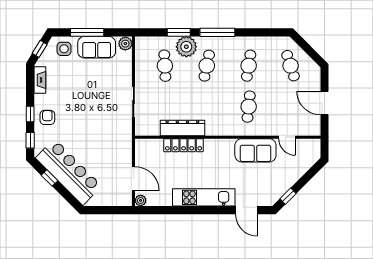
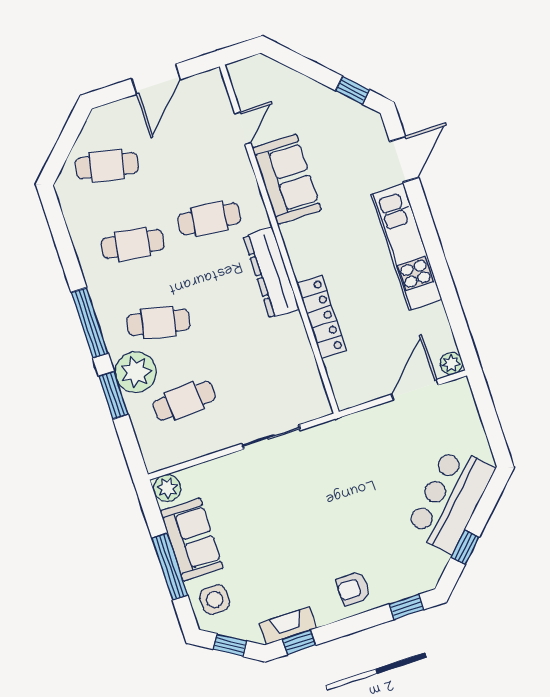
cafe table: (291, 66) -> (107, 166), turned 30
window: (30, 114) -> (299, 642), moved
dresser: (182, 128) -> (271, 273), moved
bar counter: (69, 172) -> (450, 499), width x0.73

